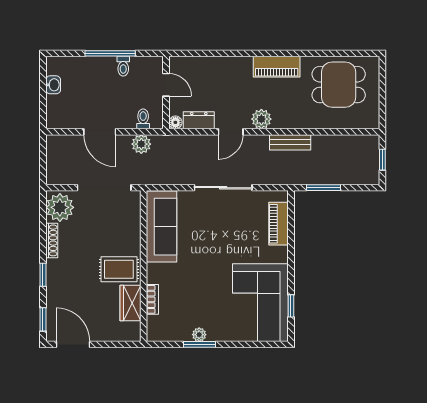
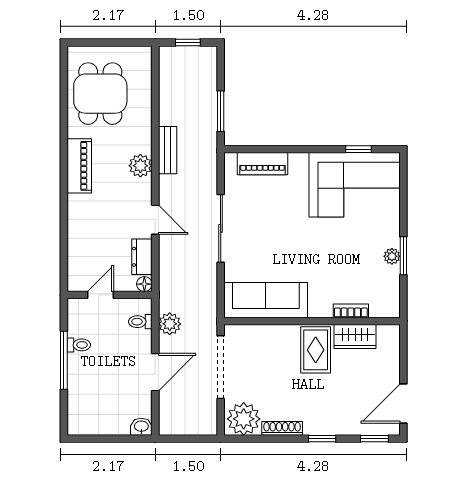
washbasin: (53, 85) -> (141, 427), moved
plant: (261, 119) -> (140, 166), moved

